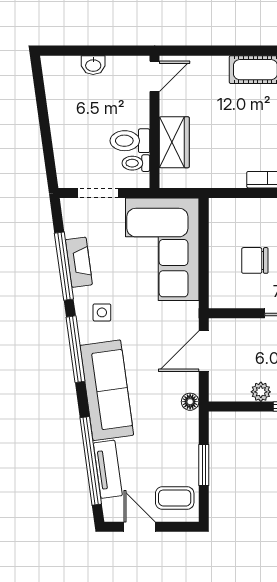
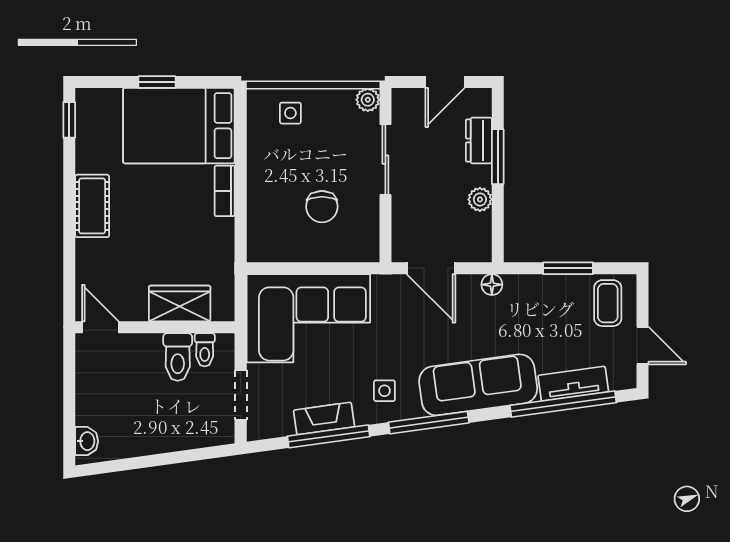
washbasin: (93, 65) -> (87, 441), moved
door: (139, 527) -> (642, 345), swing flipped

